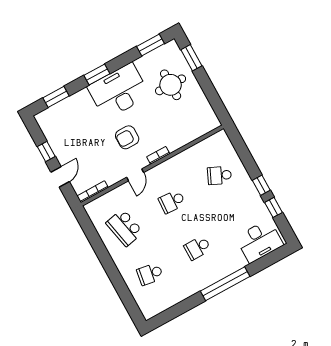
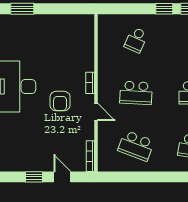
round table: (171, 85) -> (36, 39), removed
school desk: (172, 201) -> (136, 93), width x1.85
school desk: (125, 228) -> (136, 146), turned 33

